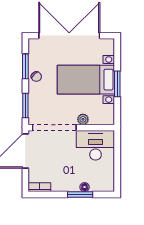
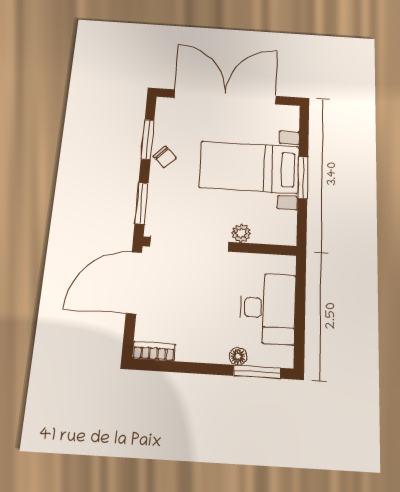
desk: (95, 145) -> (268, 308), moved, turned 90
window: (80, 194) -> (257, 372), moved

